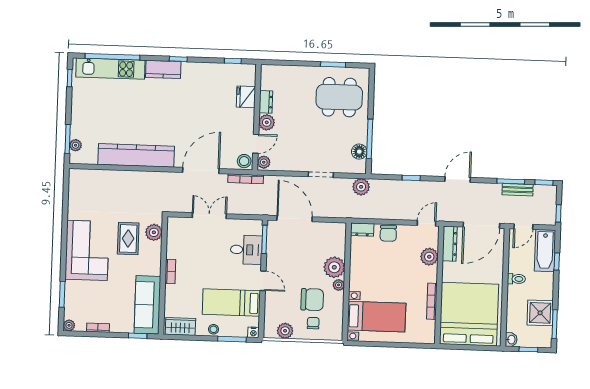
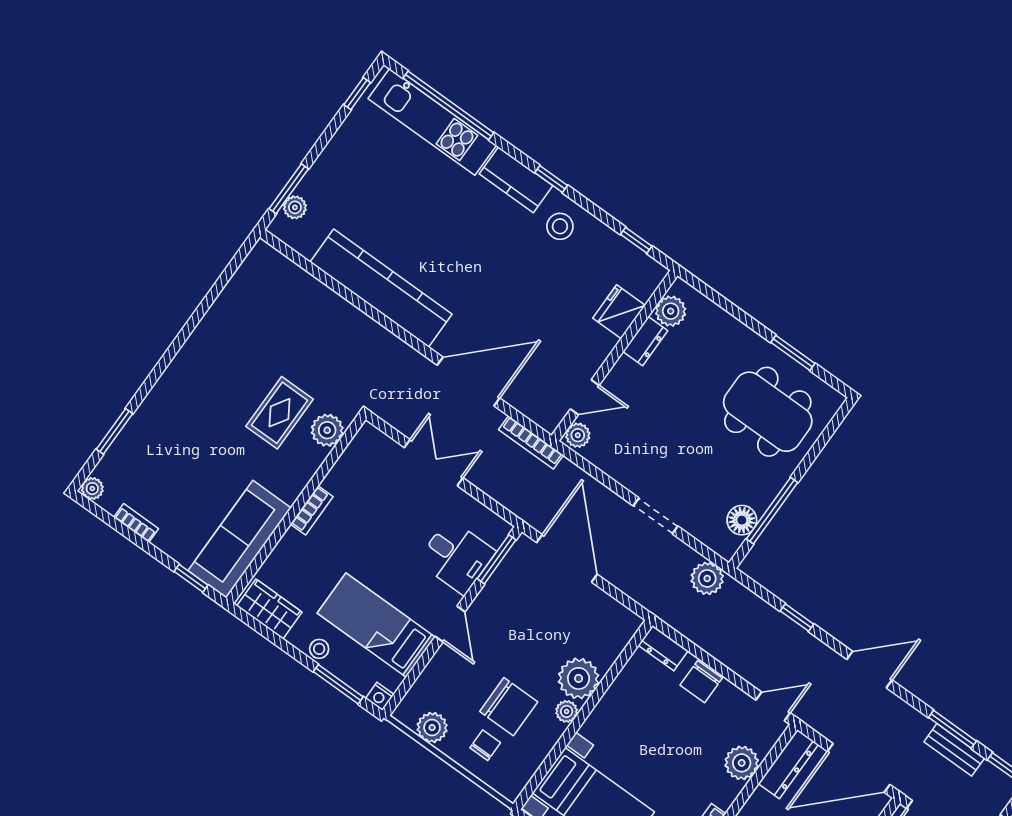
plant: (267, 122) -> (671, 311), moved
stool: (244, 161) -> (560, 226), moved
corner sofa: (87, 250) -> (201, 388), removed

